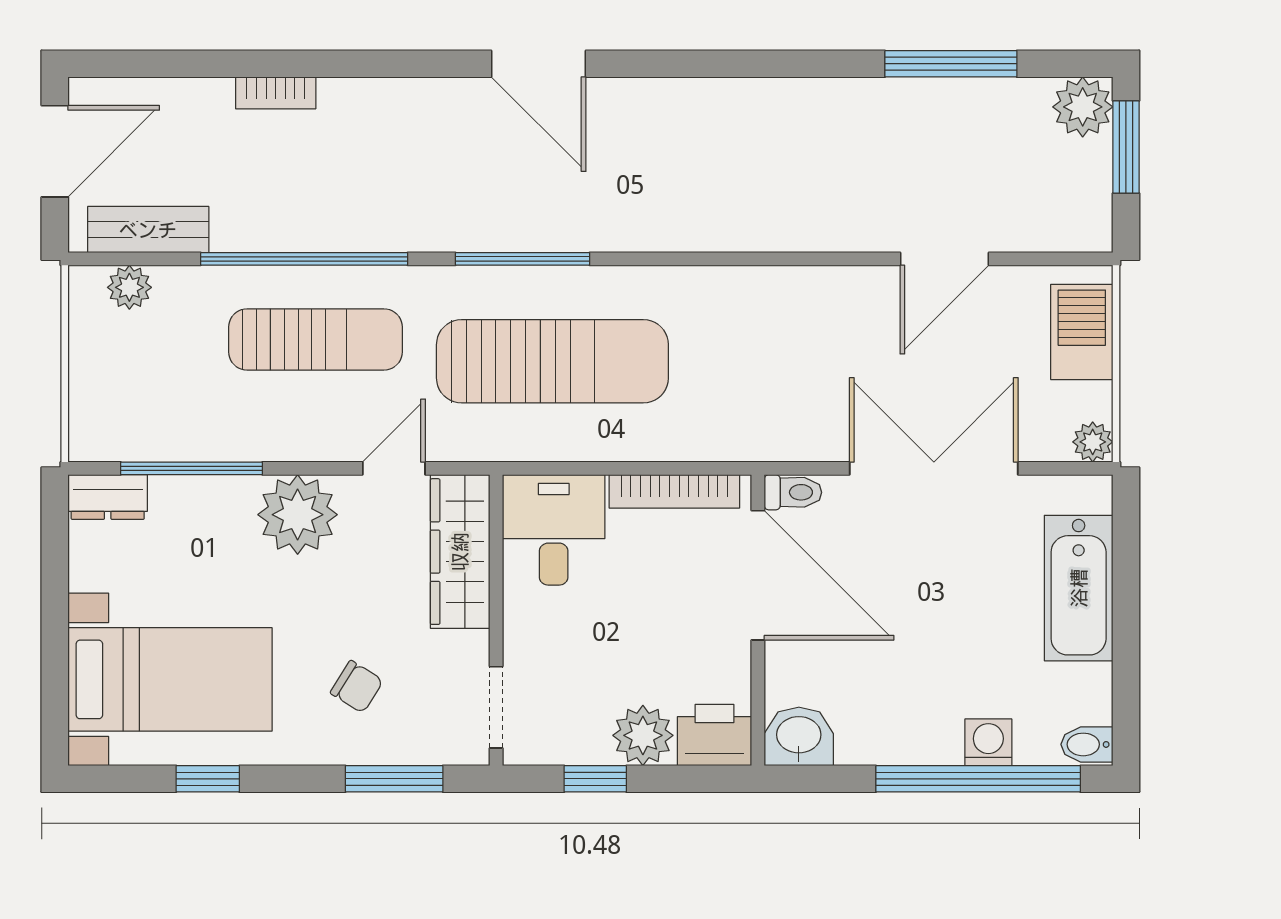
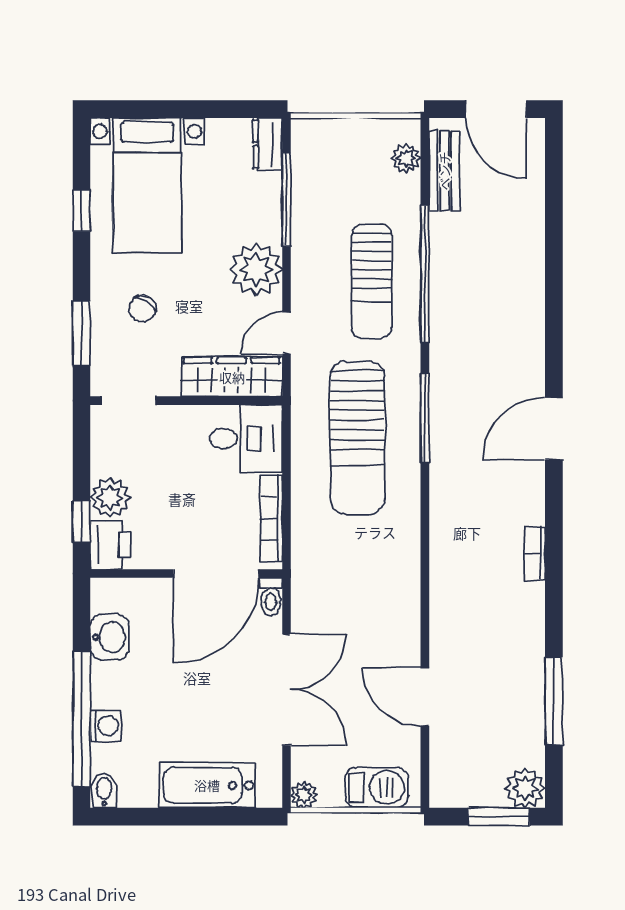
bookcase: (276, 93) -> (535, 553), moved
door: (394, 468) -> (287, 333), swing flipped
washbasin: (799, 736) -> (109, 637), moved
window: (595, 779) -> (82, 522), moved

